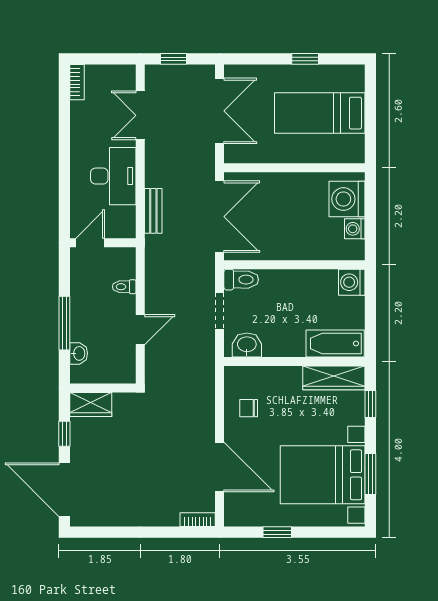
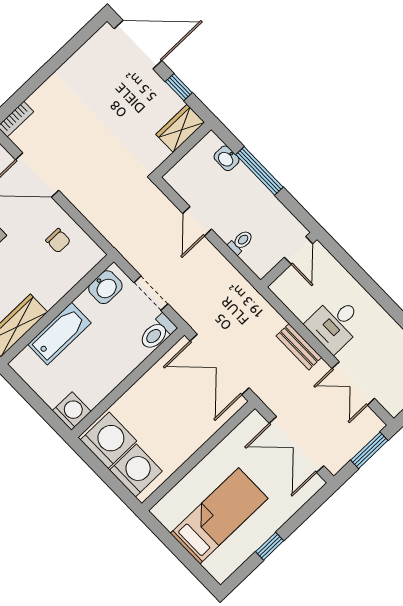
window: (174, 59) -> (369, 450), width x1.50
double door: (140, 115) -> (353, 383), swing flipped
desk: (113, 176) -> (335, 324), width x0.73
bench: (153, 211) -> (299, 347), moved
washing machine: (355, 229) -> (109, 440), width x1.89, depth x1.89
bathtub: (335, 344) -> (59, 334), moved
chair: (249, 408) -> (58, 241), turned 90

